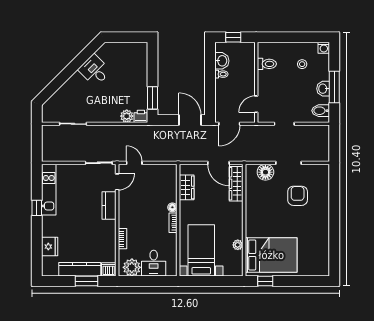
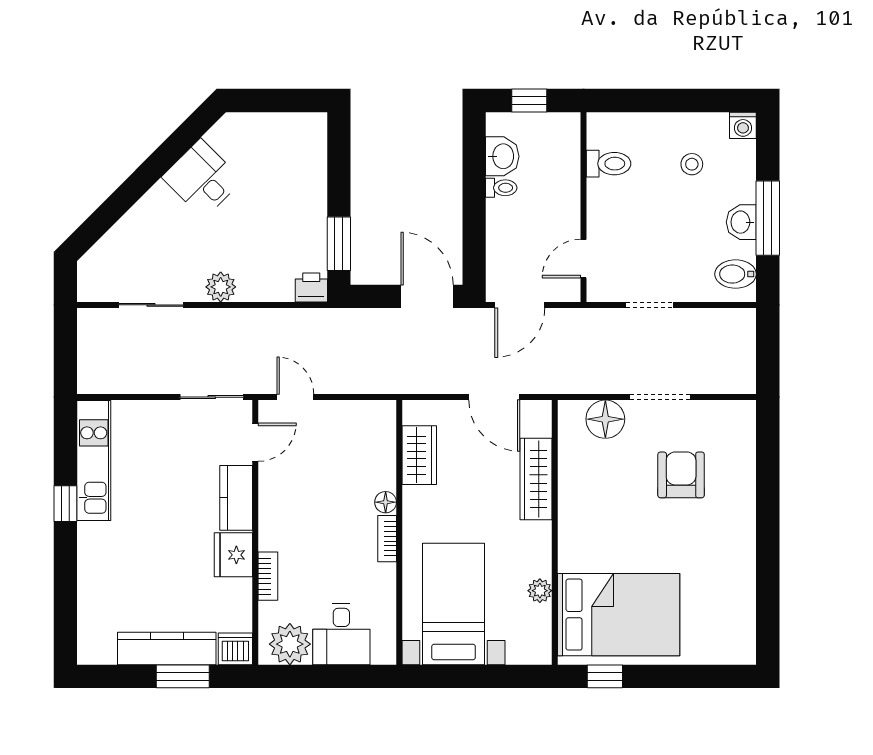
plant: (127, 116) -> (221, 287), moved
wardrobe: (236, 184) -> (536, 479), moved
fridge: (50, 247) -> (233, 555), moved, turned 180

